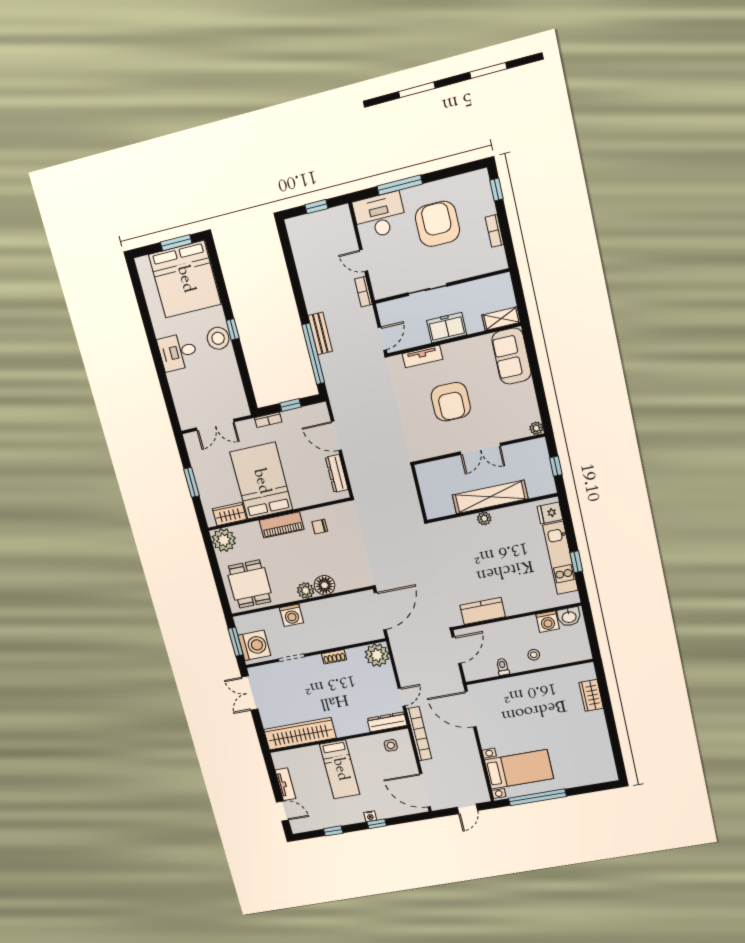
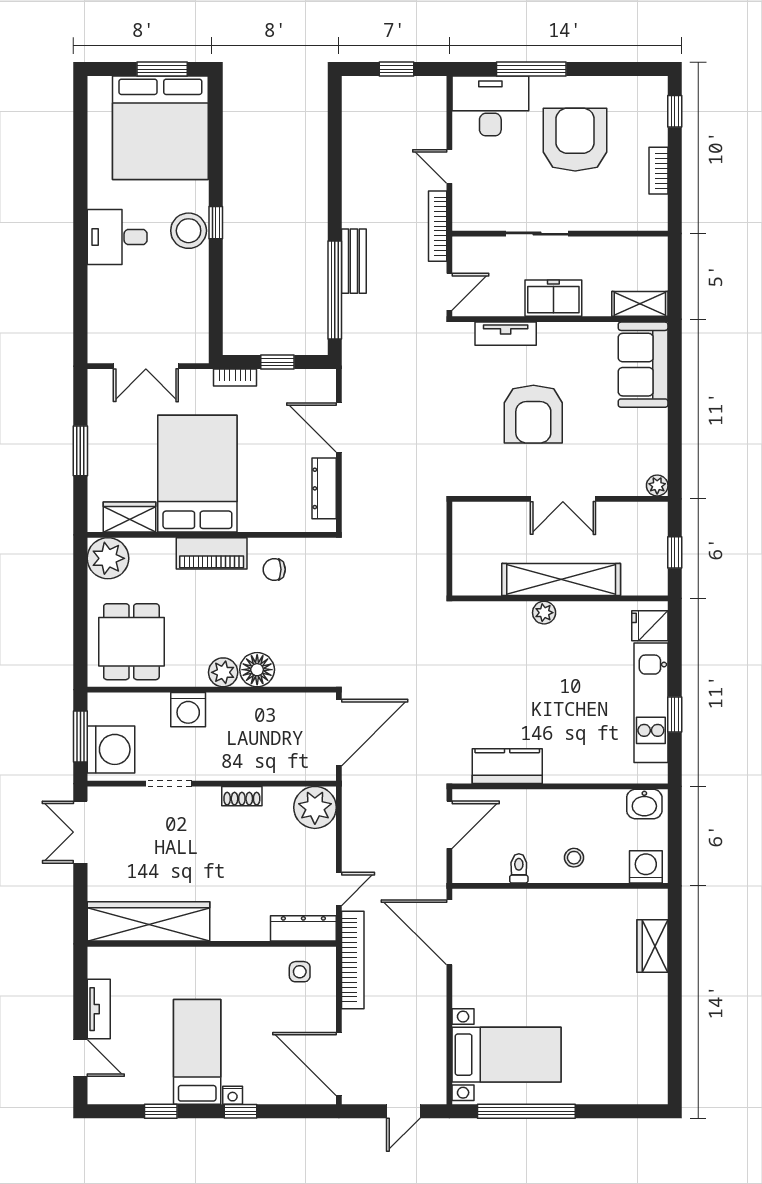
bookcase: (363, 292) -> (438, 226), width x1.56
washing machine: (548, 622) -> (646, 867), moved, turned 180
bed: (340, 769) -> (197, 1052), moved, turned 180

